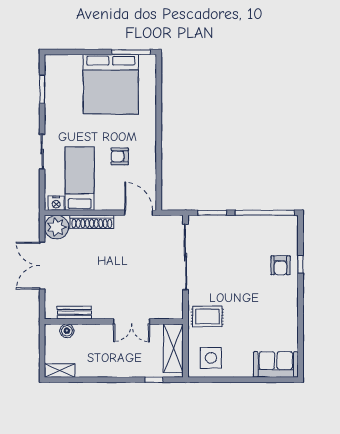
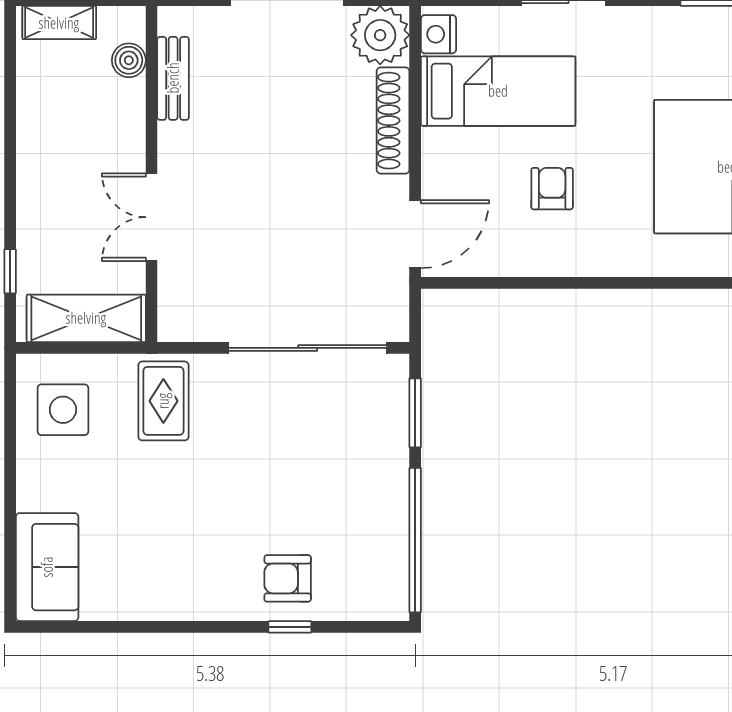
shelving: (60, 371) -> (59, 23), moved, turned 90

